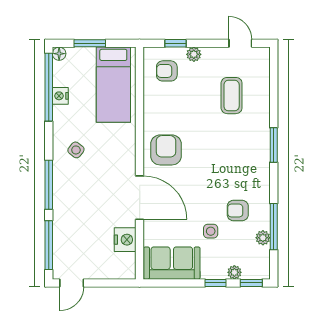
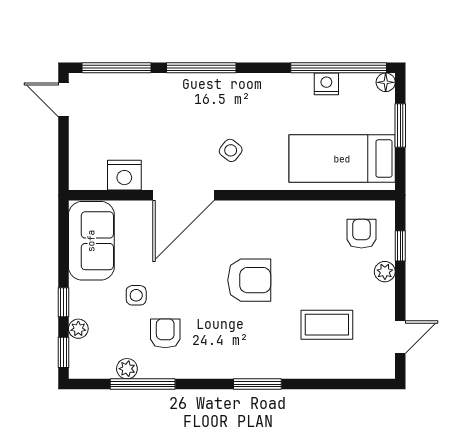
side table: (76, 150) -> (231, 150), moved
armchair: (166, 150) -> (249, 280), moved

